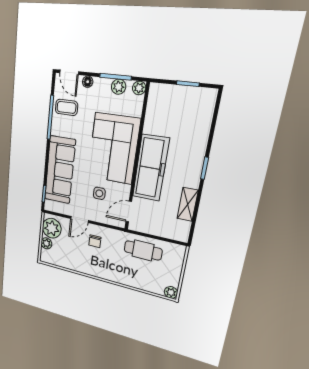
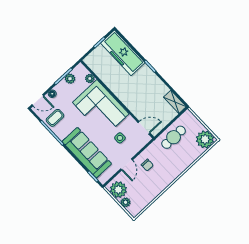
plant: (139, 88) -> (90, 78), moved
freezer: (151, 168) -> (123, 53), moved, turned 180
shelving: (188, 204) -> (175, 102), moved
door: (129, 212) -> (144, 128), swing flipped
plant: (171, 292) -> (205, 139), width x1.88, depth x1.88

